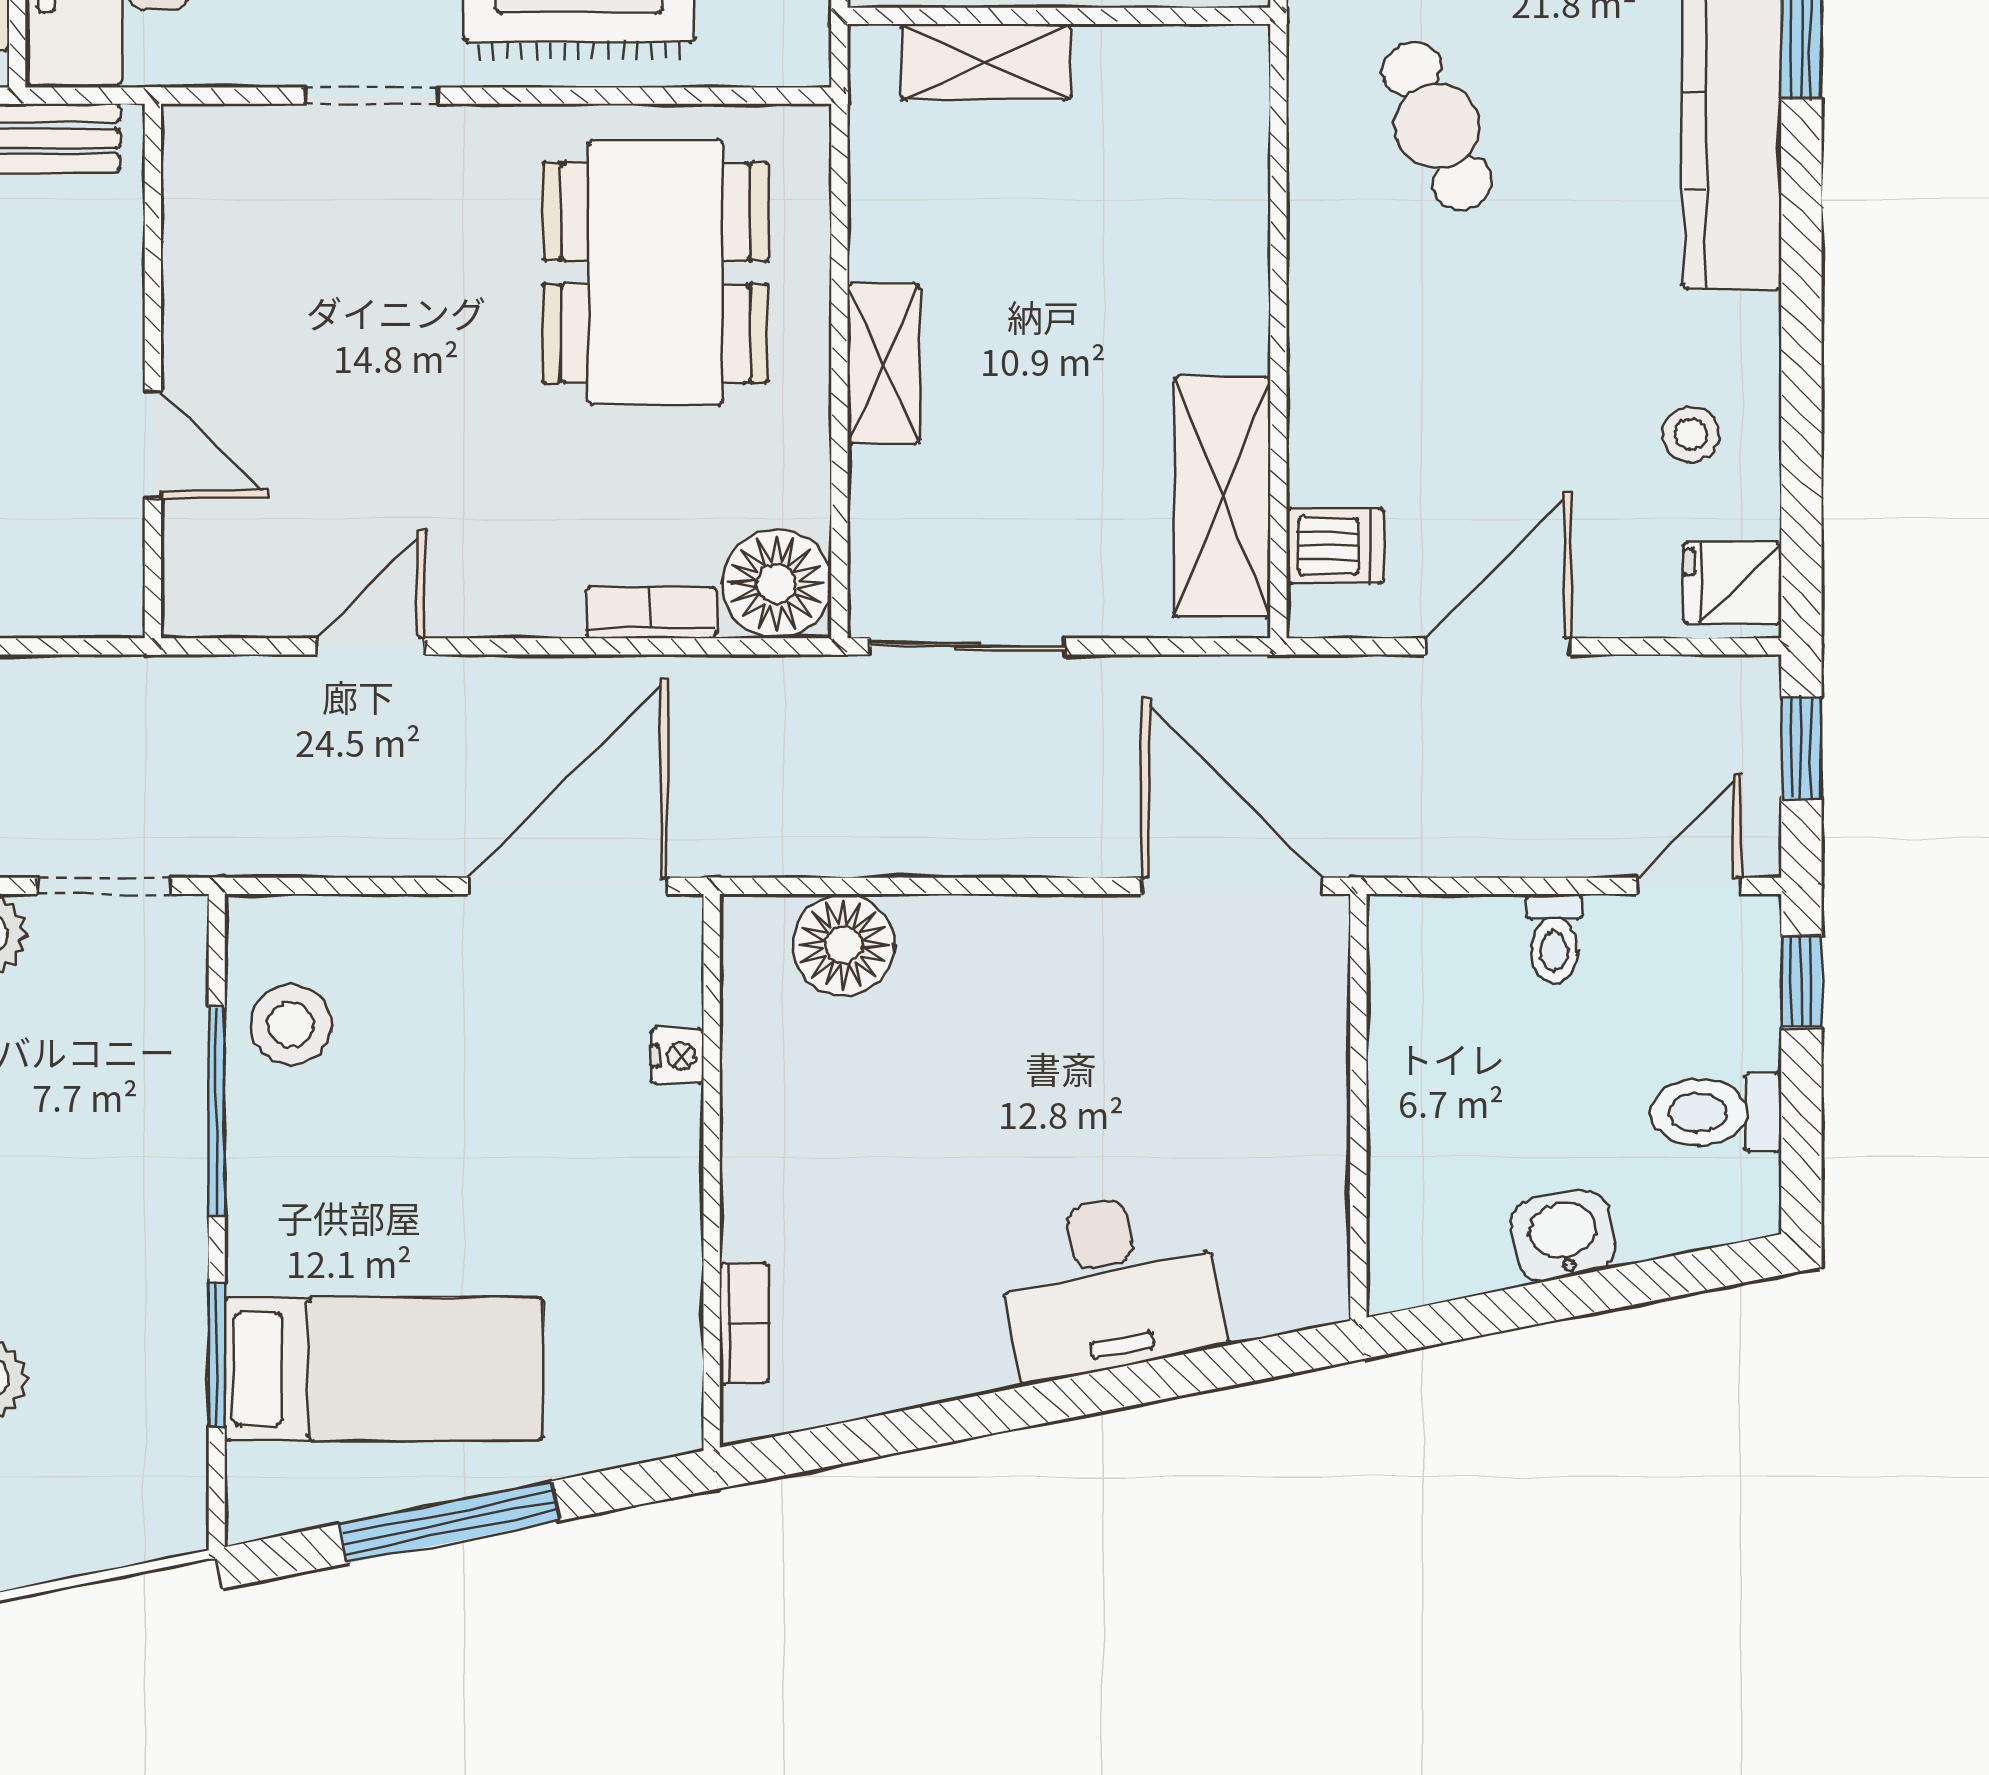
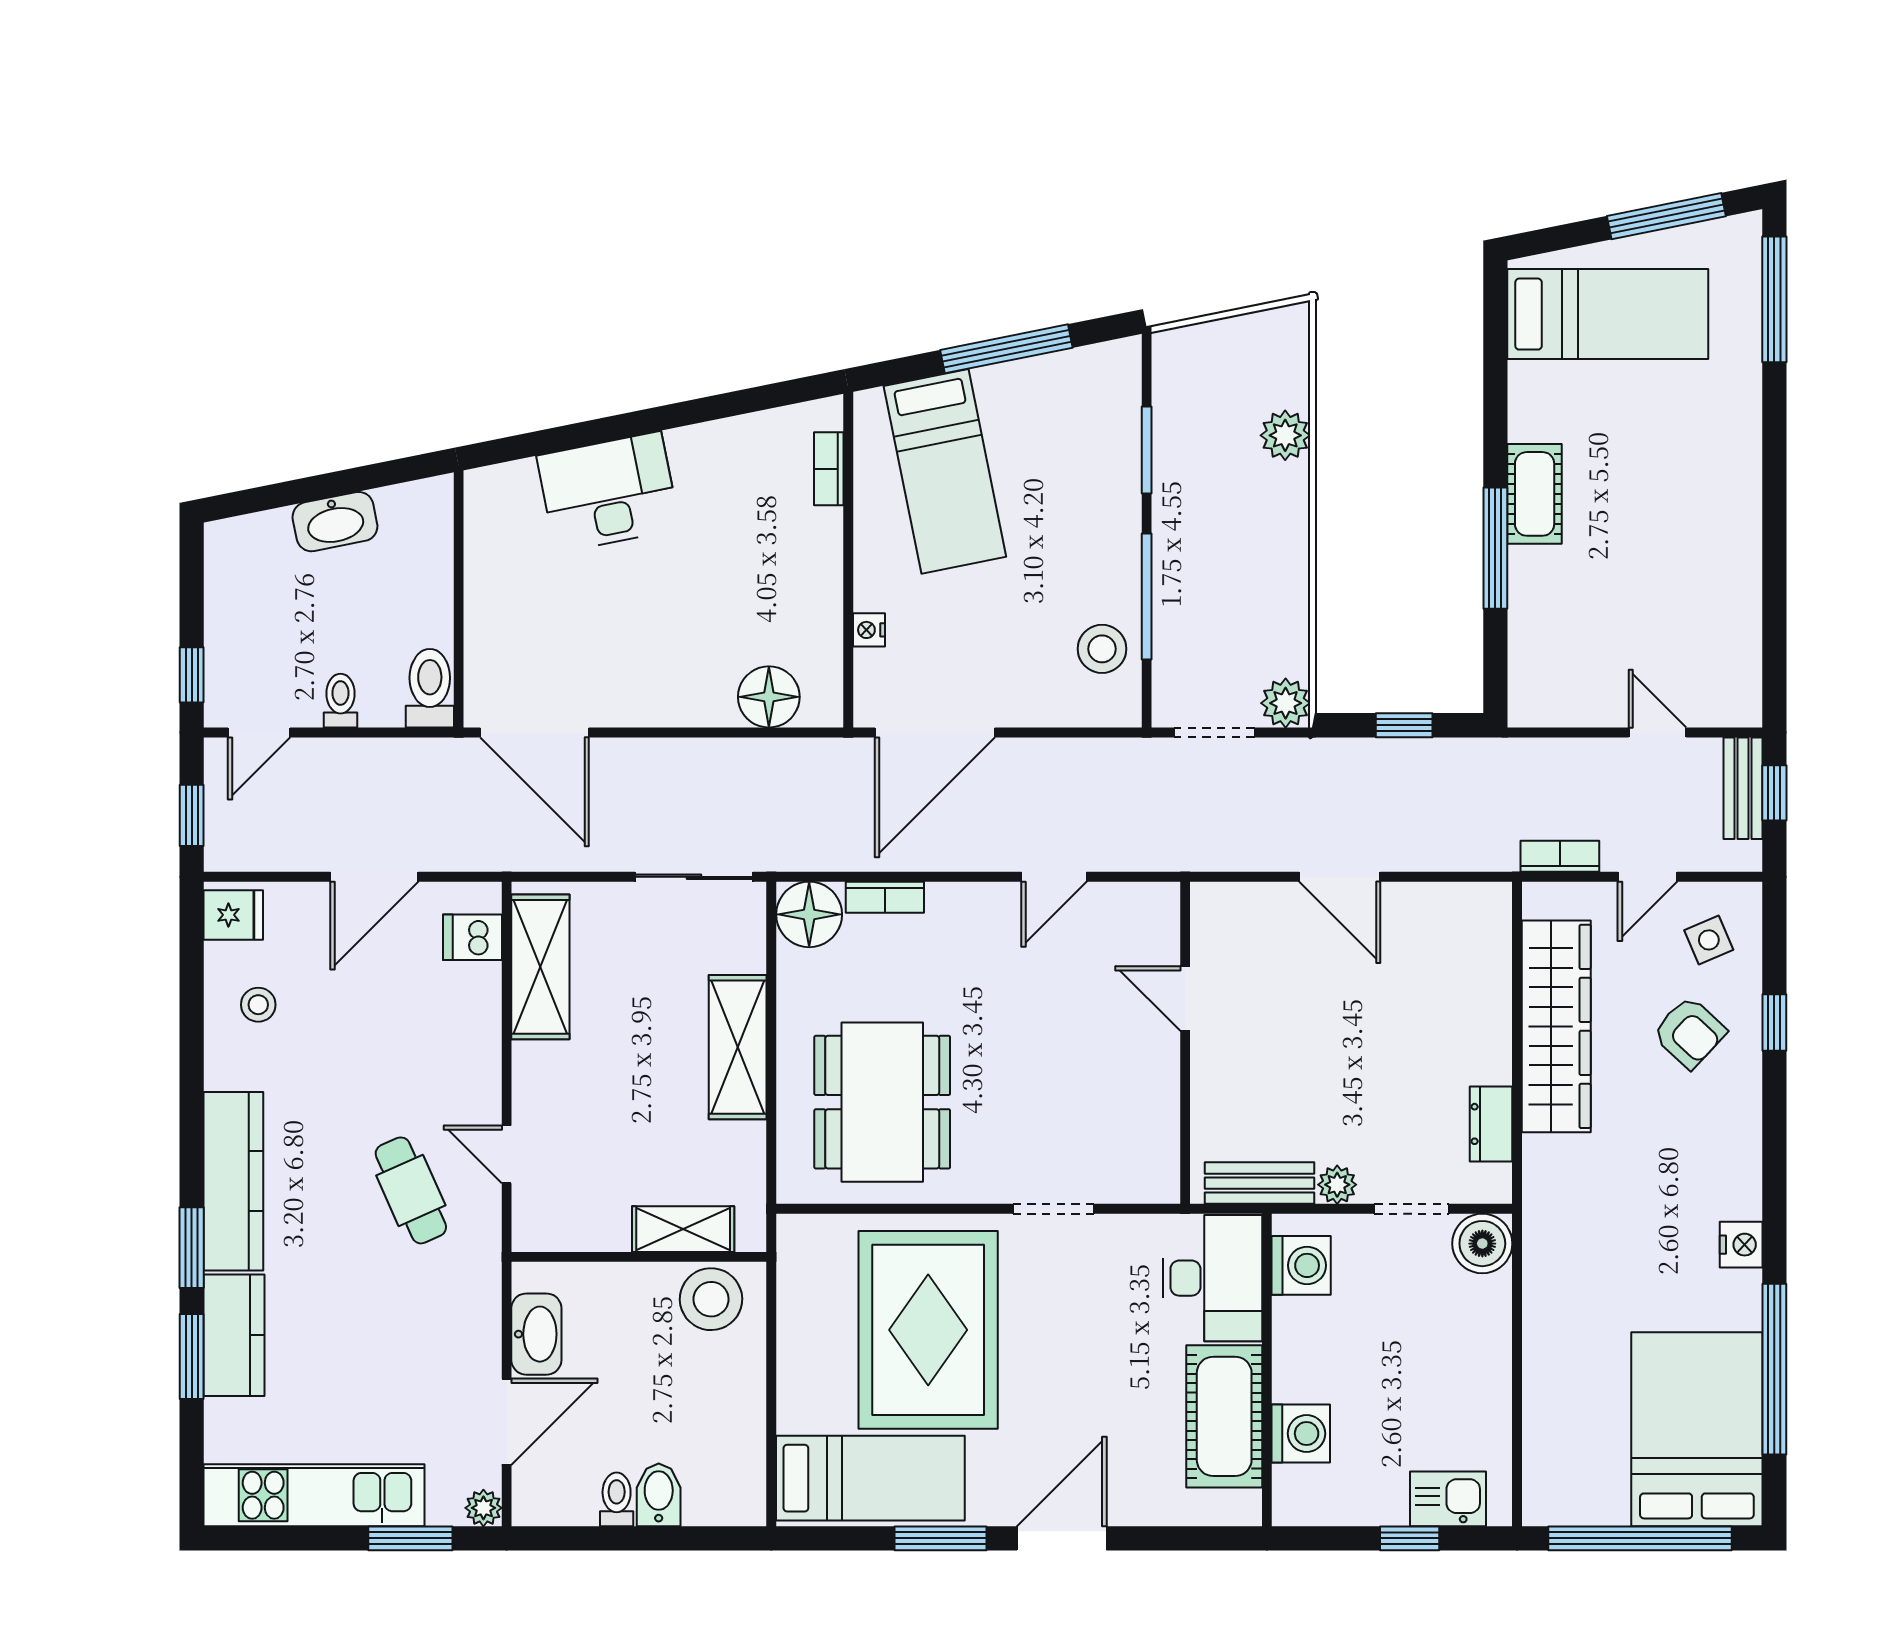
door: (1278, 186) -> (507, 1154), added
shelving: (883, 364) -> (738, 1047), width x1.50, depth x1.33
toilet: (1716, 1112) -> (430, 688), moved, turned -90
washbasin: (1563, 1236) -> (335, 522), width x1.38
bed: (384, 1369) -> (945, 471), moved, turned -101

